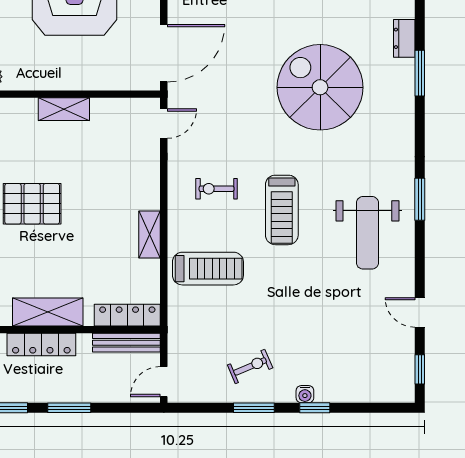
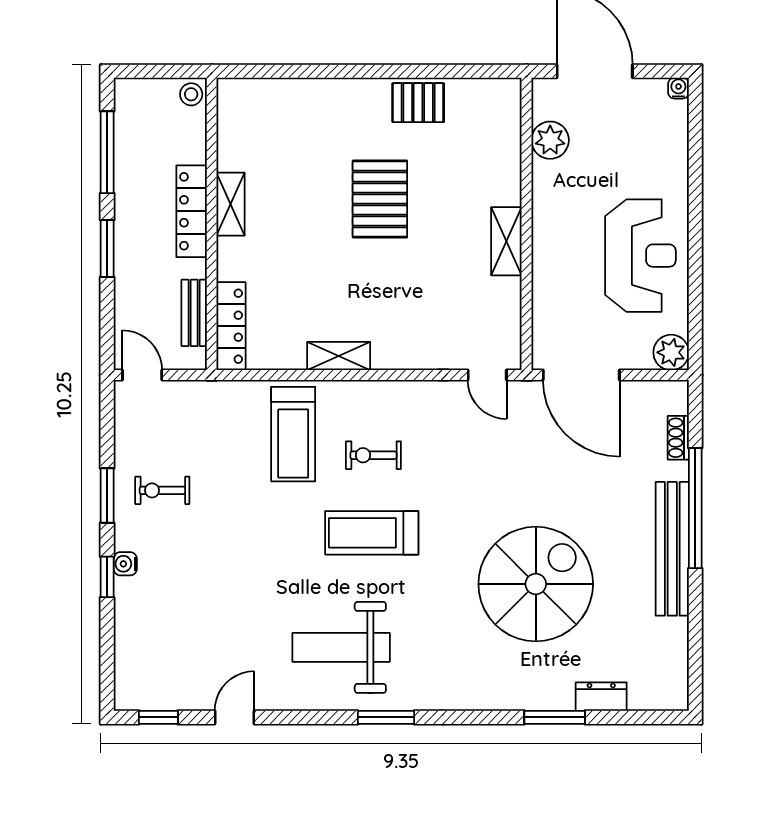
exercise bike: (217, 189) -> (373, 455), moved, turned -90
shelving: (48, 312) -> (231, 204), width x0.67, depth x0.75
bench: (126, 343) -> (194, 313), width x0.73
exercise bike: (250, 366) -> (162, 490), turned 113

